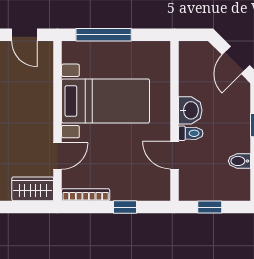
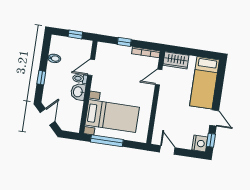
window: (104, 35) -> (107, 141), moved
bed with nightstands: (105, 101) -> (112, 116), moved, turned 180
door: (174, 155) -> (91, 67), swing flipped

